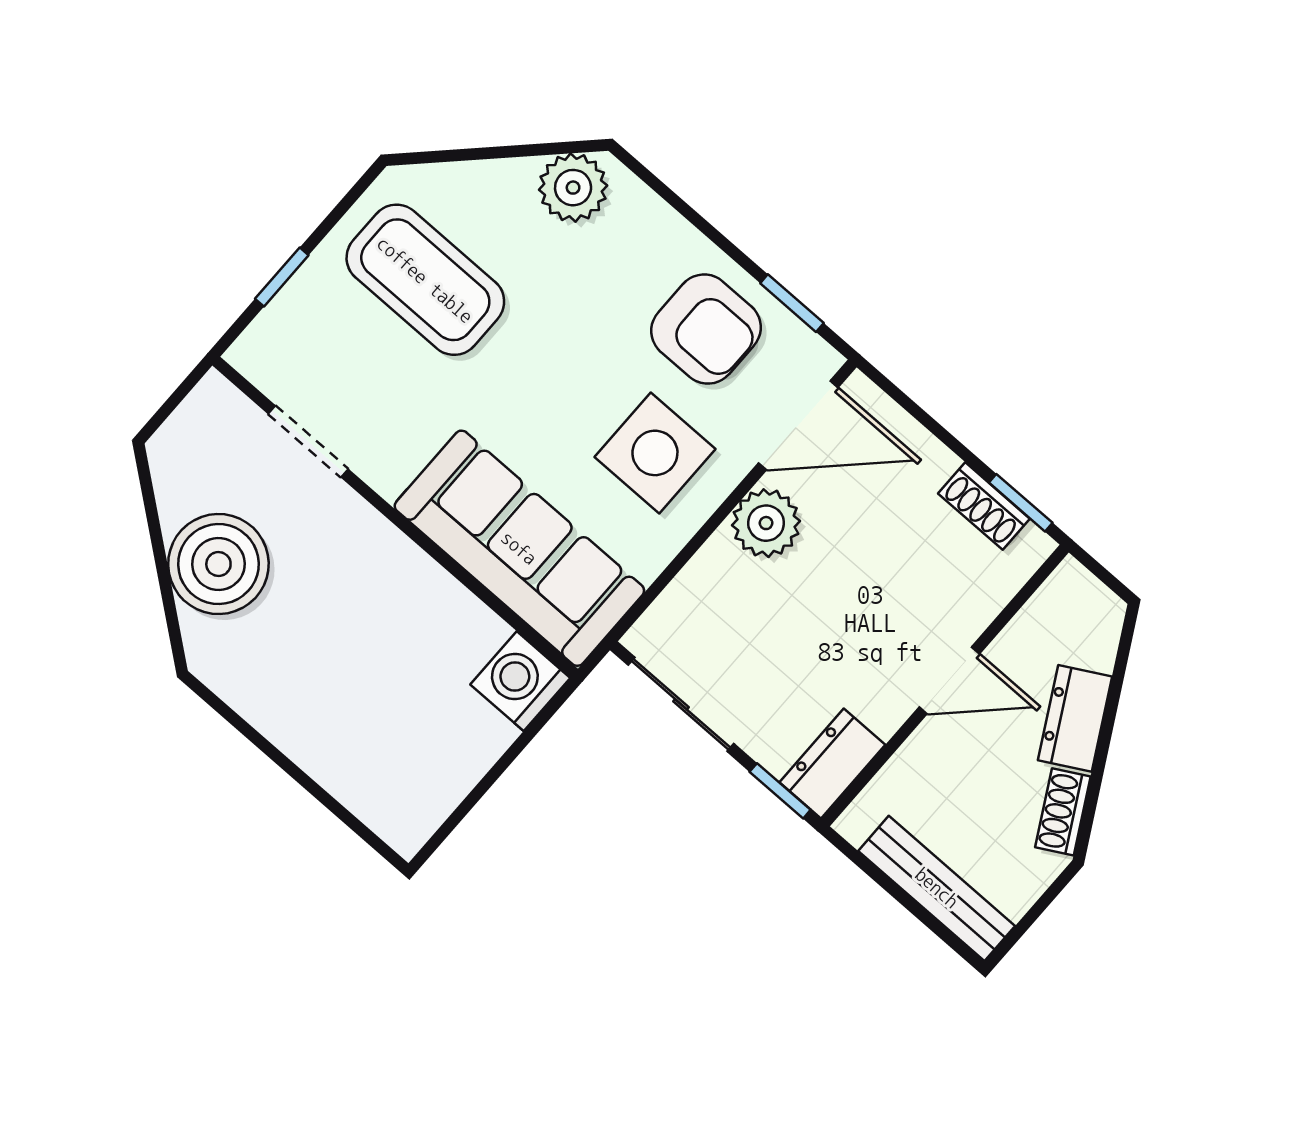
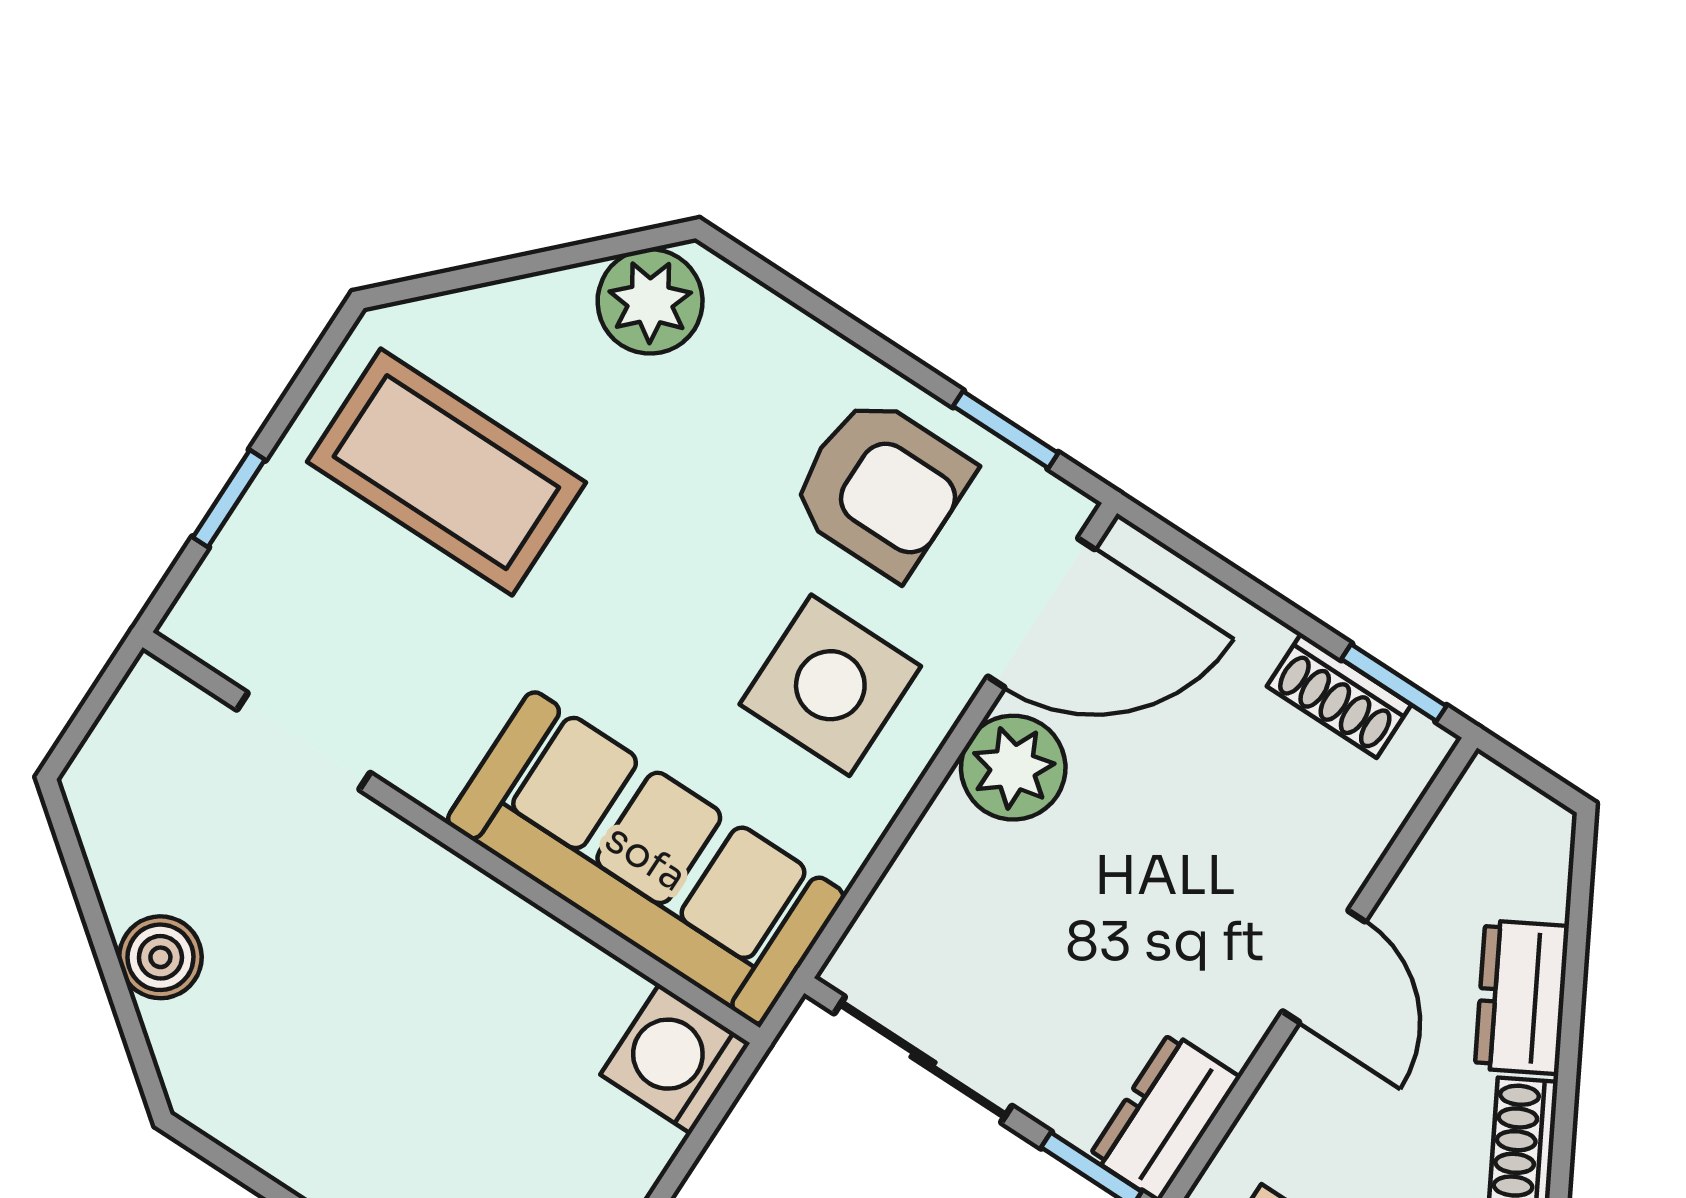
boiler: (218, 564) -> (160, 957), width x0.54, depth x0.54
door: (949, 680) -> (1324, 966), hinge flipped

